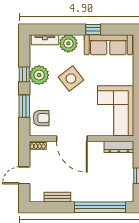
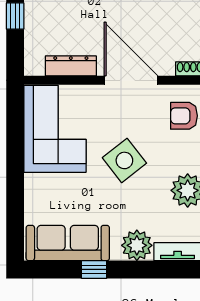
side table: (71, 79) -> (124, 160), moved
dresser: (119, 147) -> (71, 66), moved

